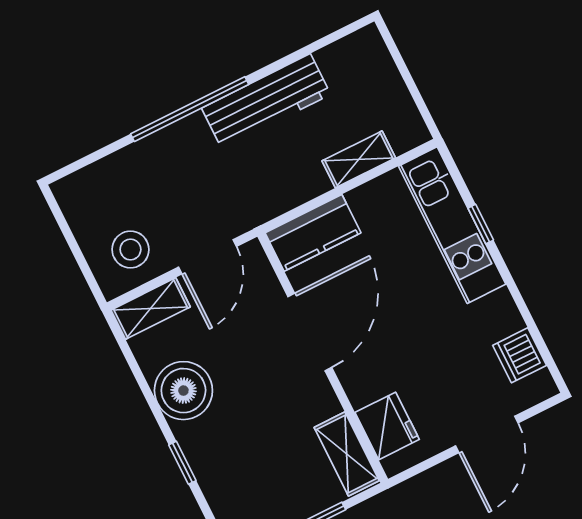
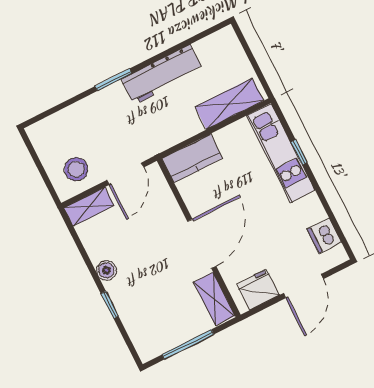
window: (190, 109) -> (113, 80), width x0.47
shelving: (359, 159) -> (229, 104), width x1.50, depth x1.33
door: (310, 332) -> (202, 244), moved
boiler: (183, 391) -> (106, 270), width x0.54, depth x0.54
fridge: (387, 426) -> (258, 290), moved, turned -90

